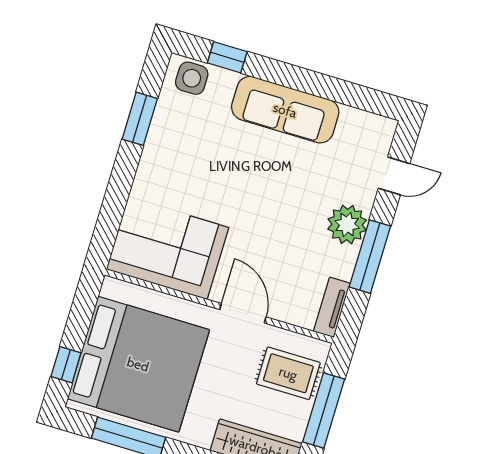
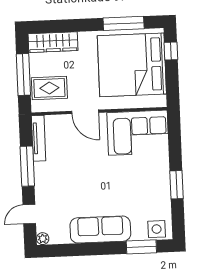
window: (227, 57) -> (141, 247), width x1.50
window: (140, 119) -> (177, 185), moved
plant: (347, 225) -> (43, 239), moved, width x0.53, depth x0.53
tv unit: (332, 307) -> (39, 138), width x1.41

